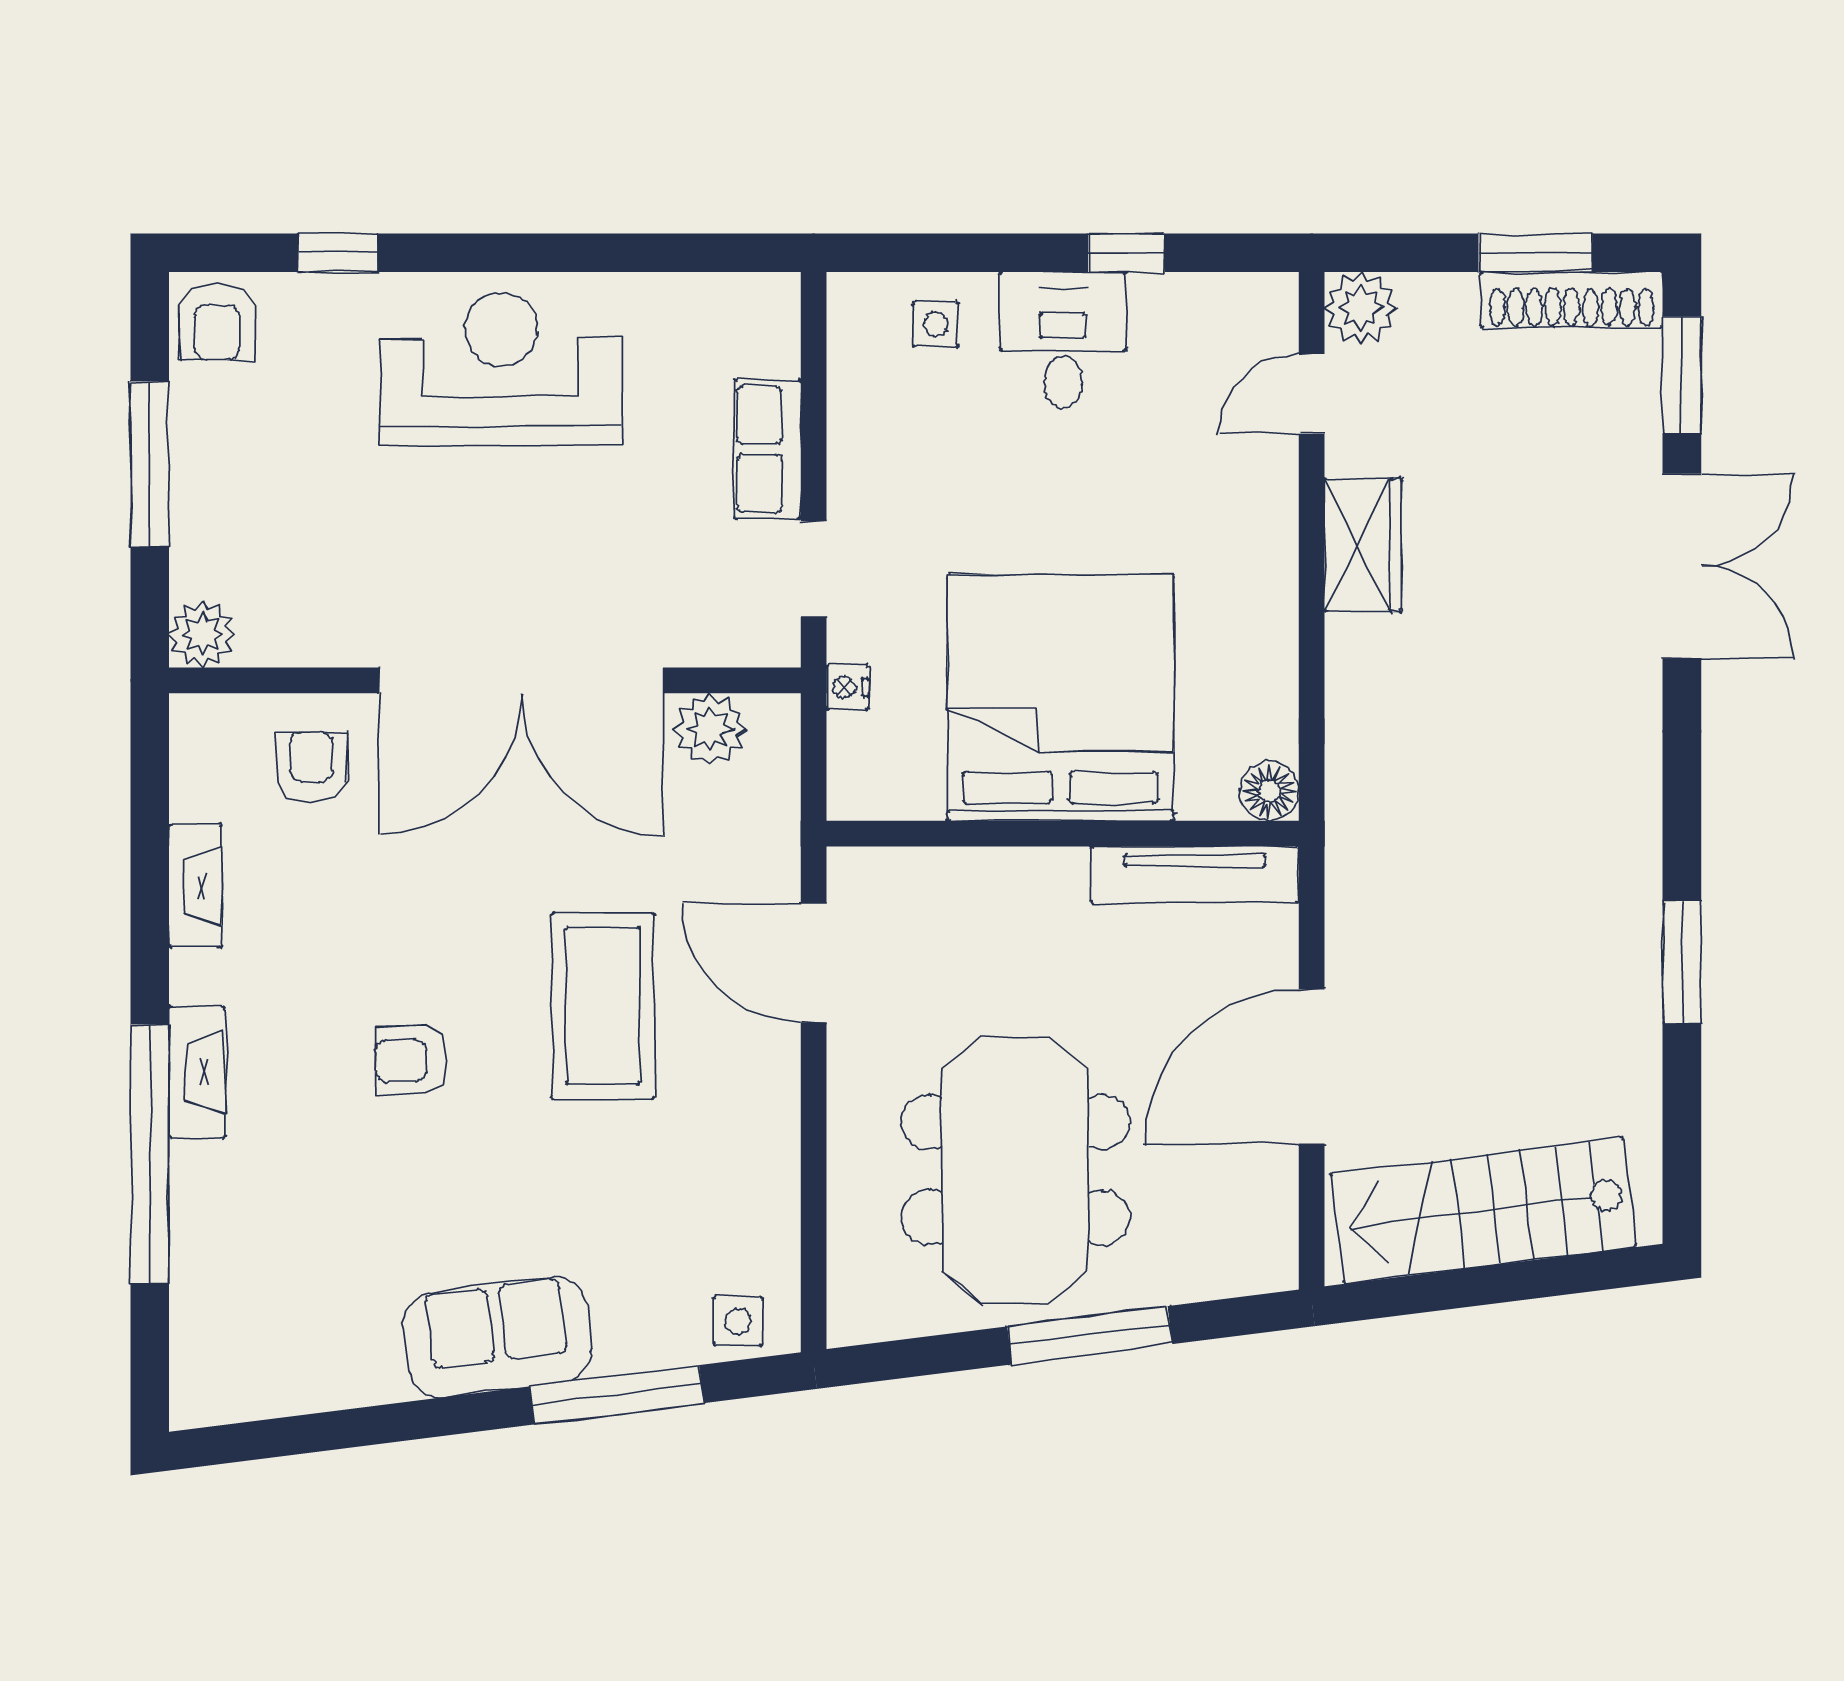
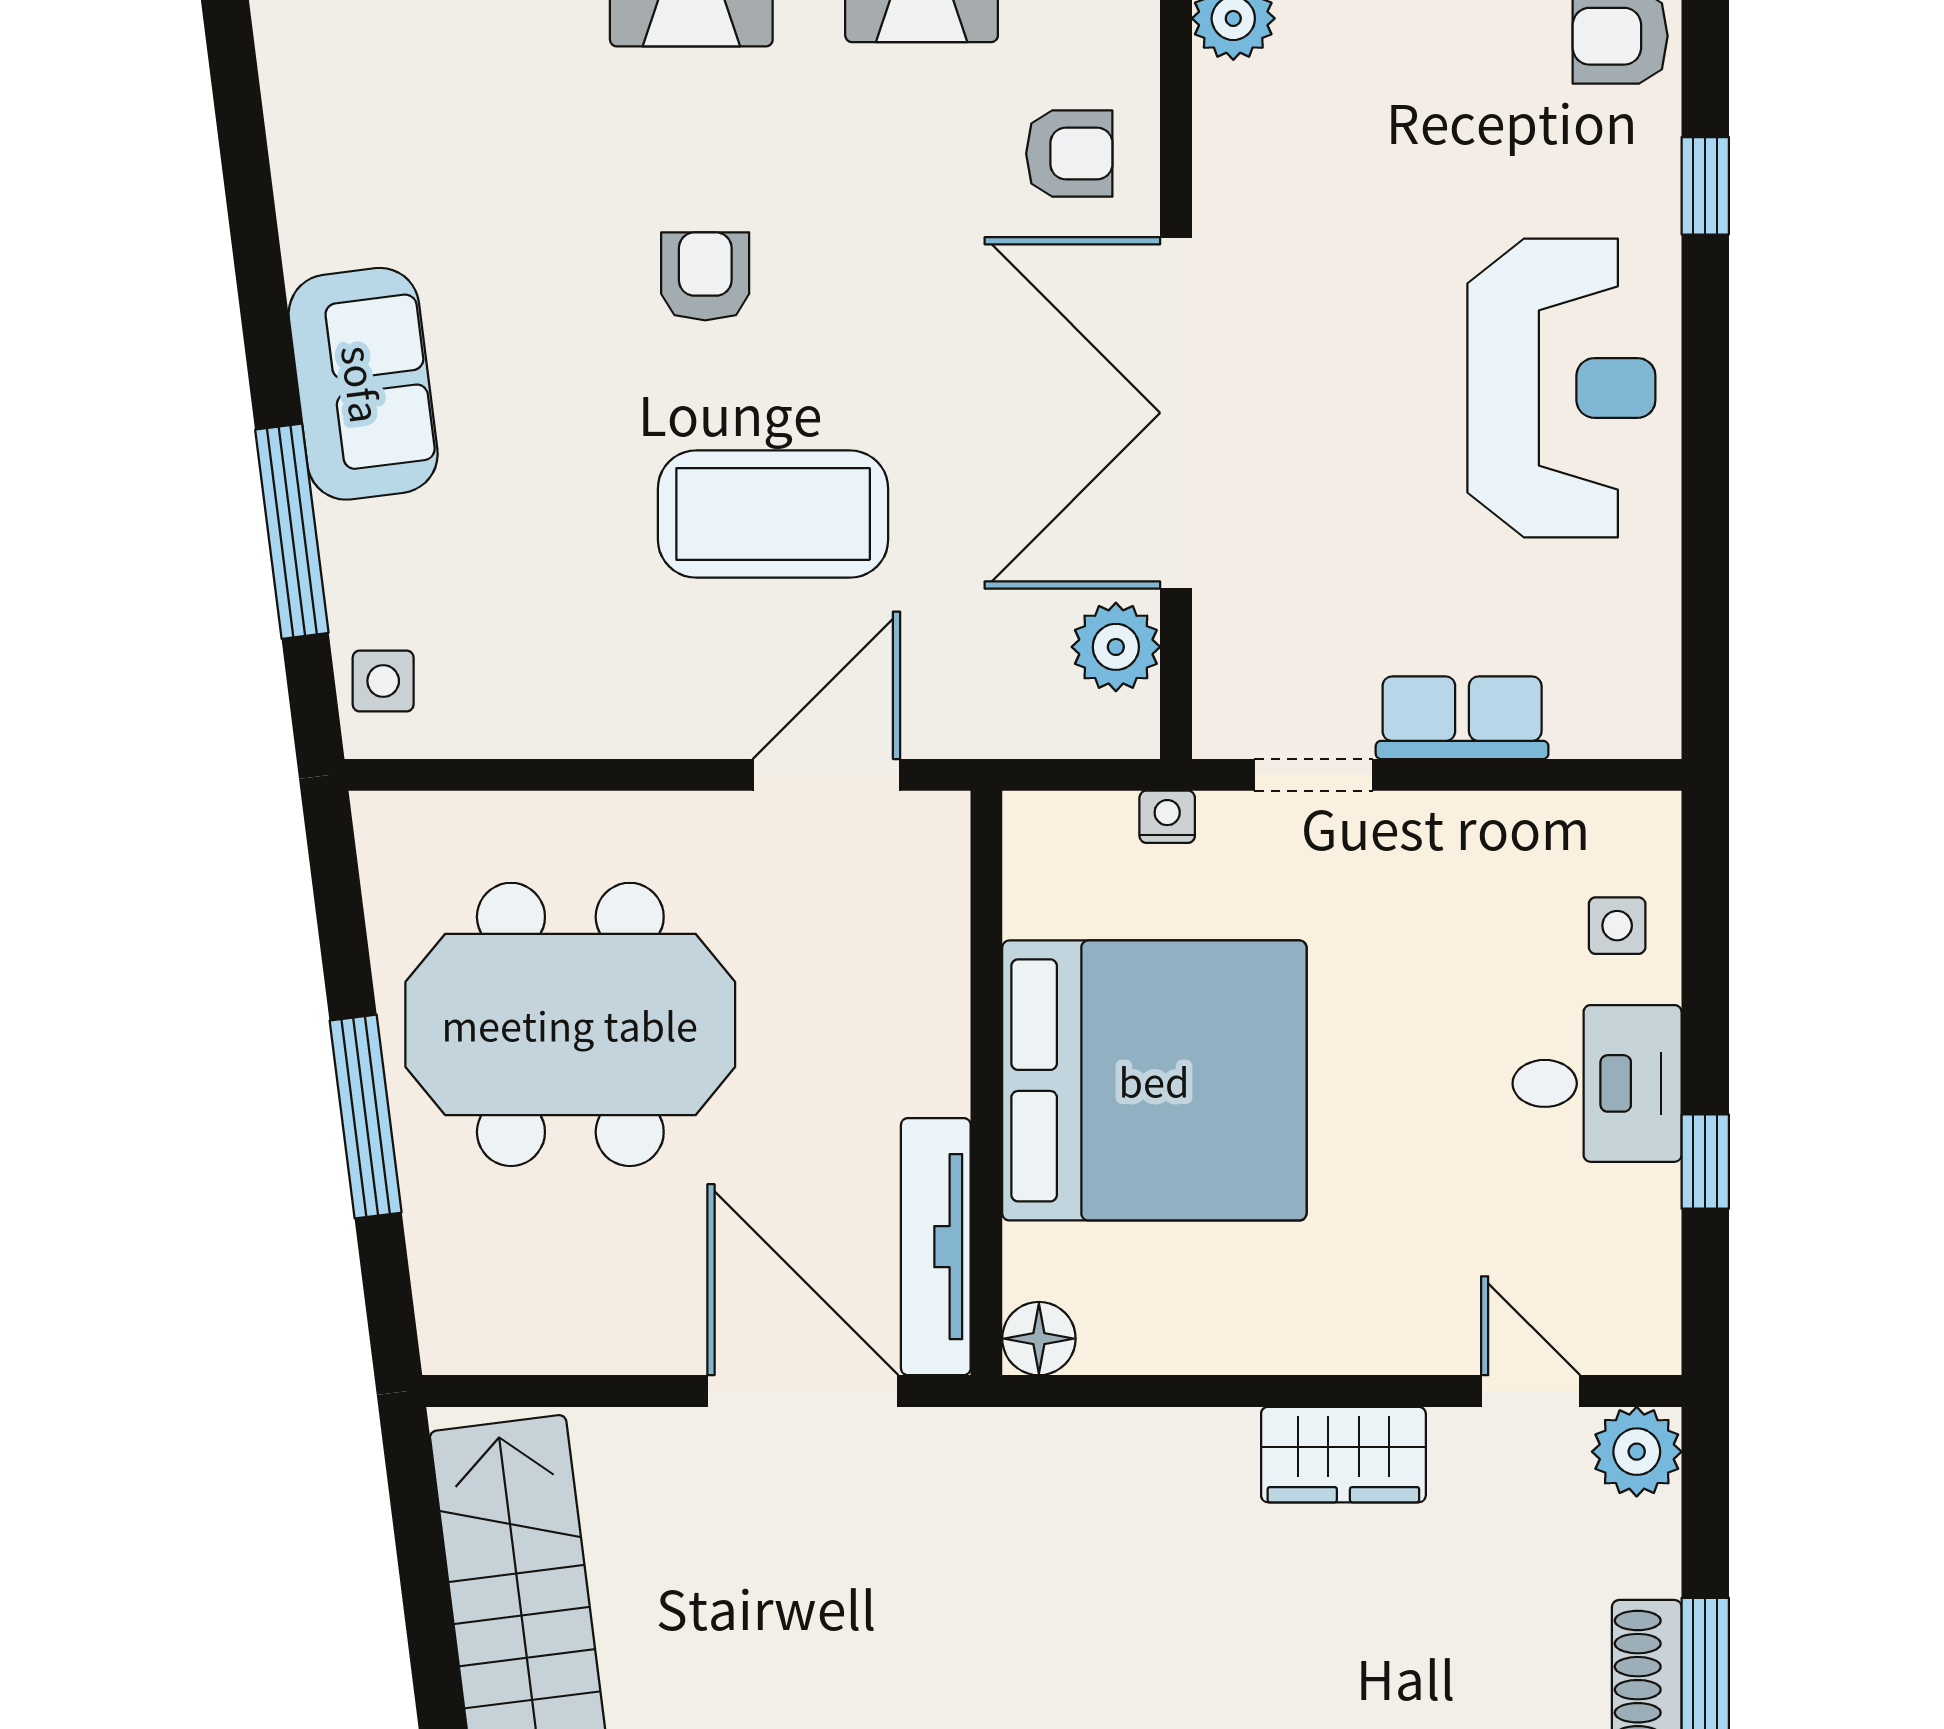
door: (1312, 1067) -> (803, 1391), moved

